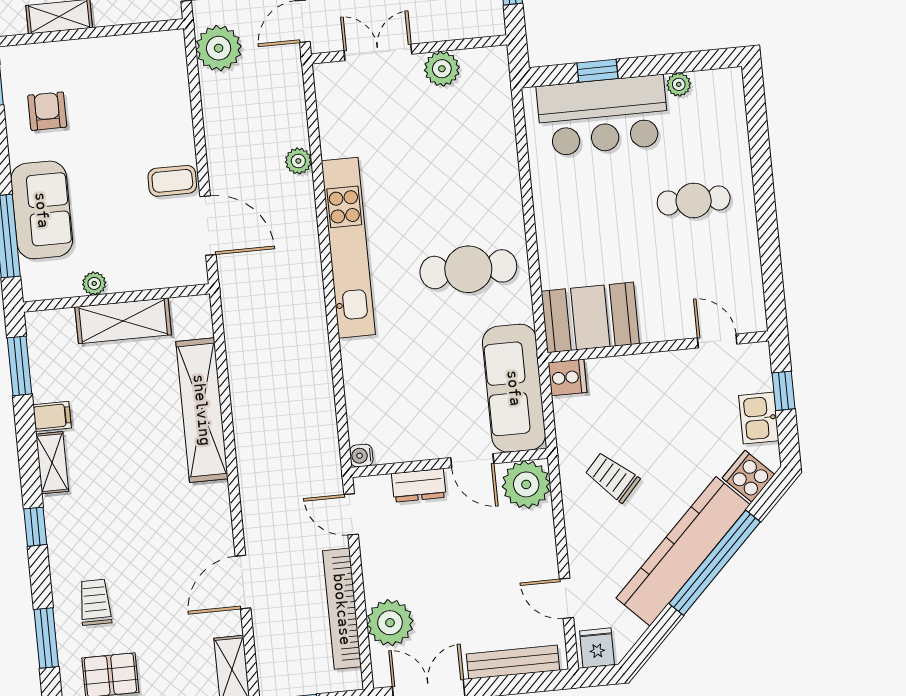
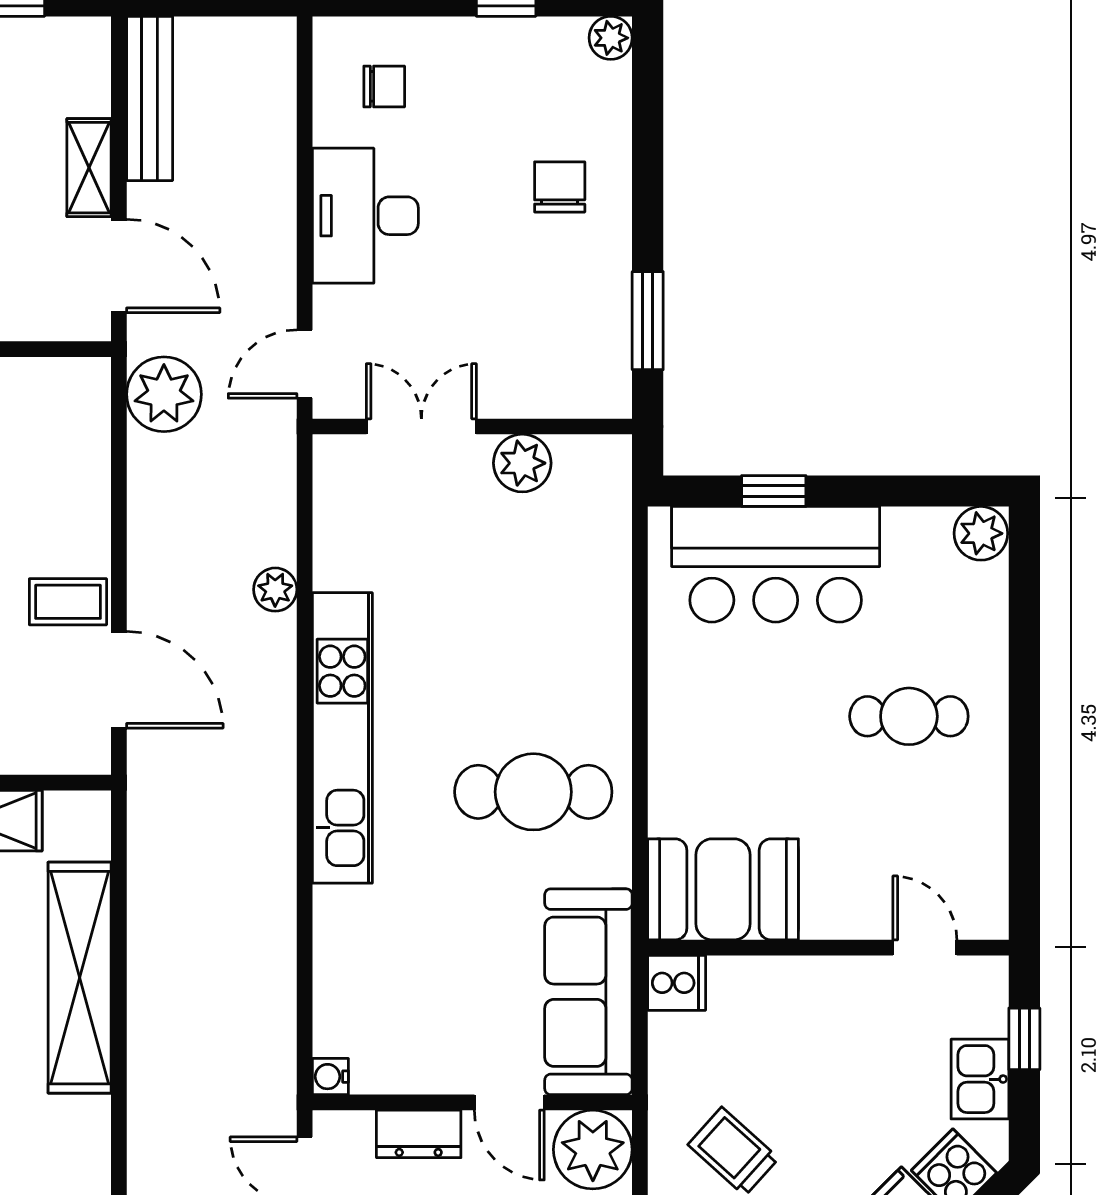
plant: (679, 84) -> (981, 533), moved, width x1.38, depth x1.38

